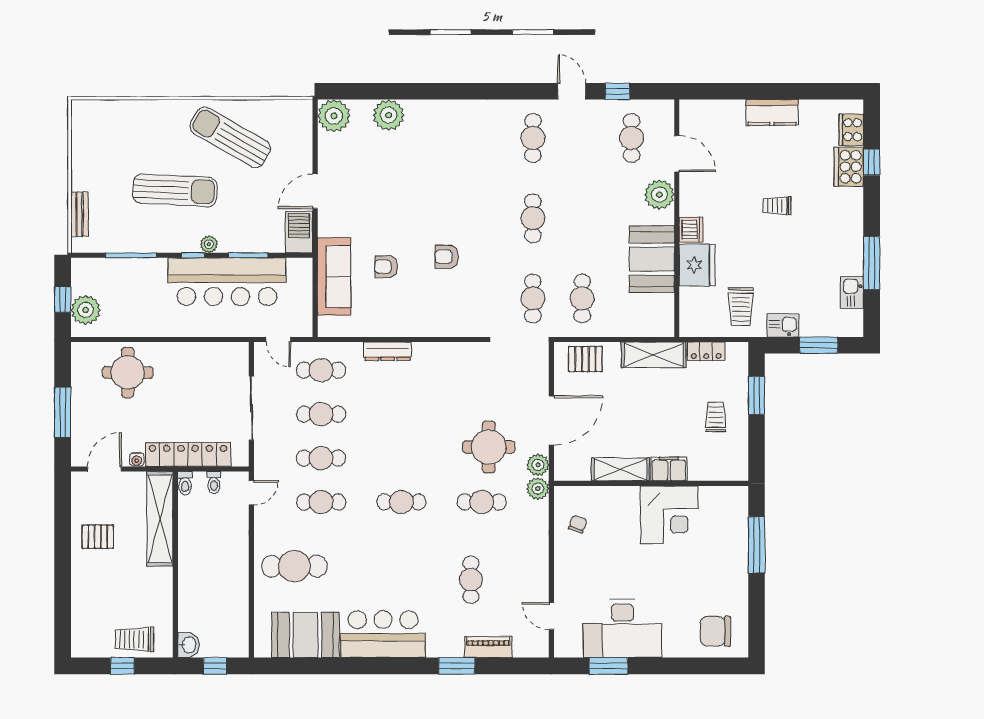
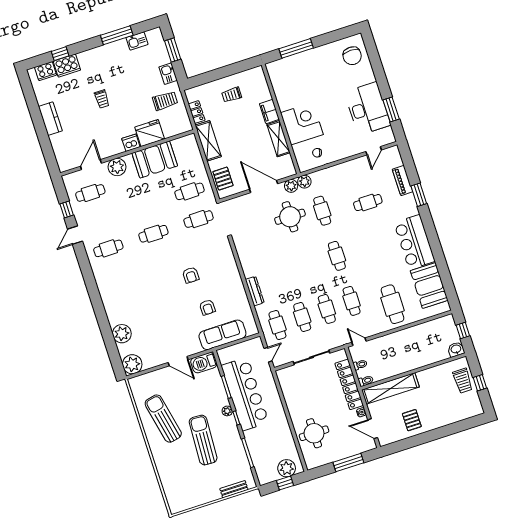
sun lounger: (230, 137) -> (163, 419), turned 138
window: (756, 395) -> (212, 76), removed
corner desk: (669, 515) -> (302, 124), moved

